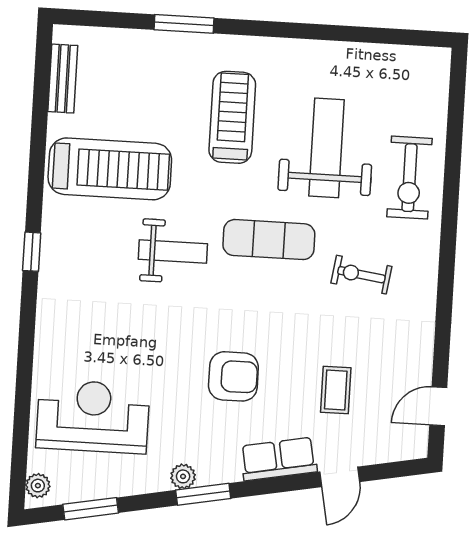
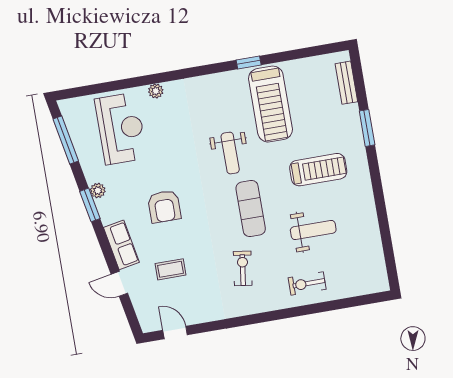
bench: (63, 79) -> (346, 83), moved, turned 90
weight bench: (327, 148) -> (313, 230), width x0.73, depth x0.75
exercise bike: (410, 178) -> (307, 284), width x0.73, depth x0.72
window: (32, 252) -> (249, 62), moved
plant: (38, 486) -> (156, 91), moved
window: (91, 509) -> (66, 140), width x1.44

